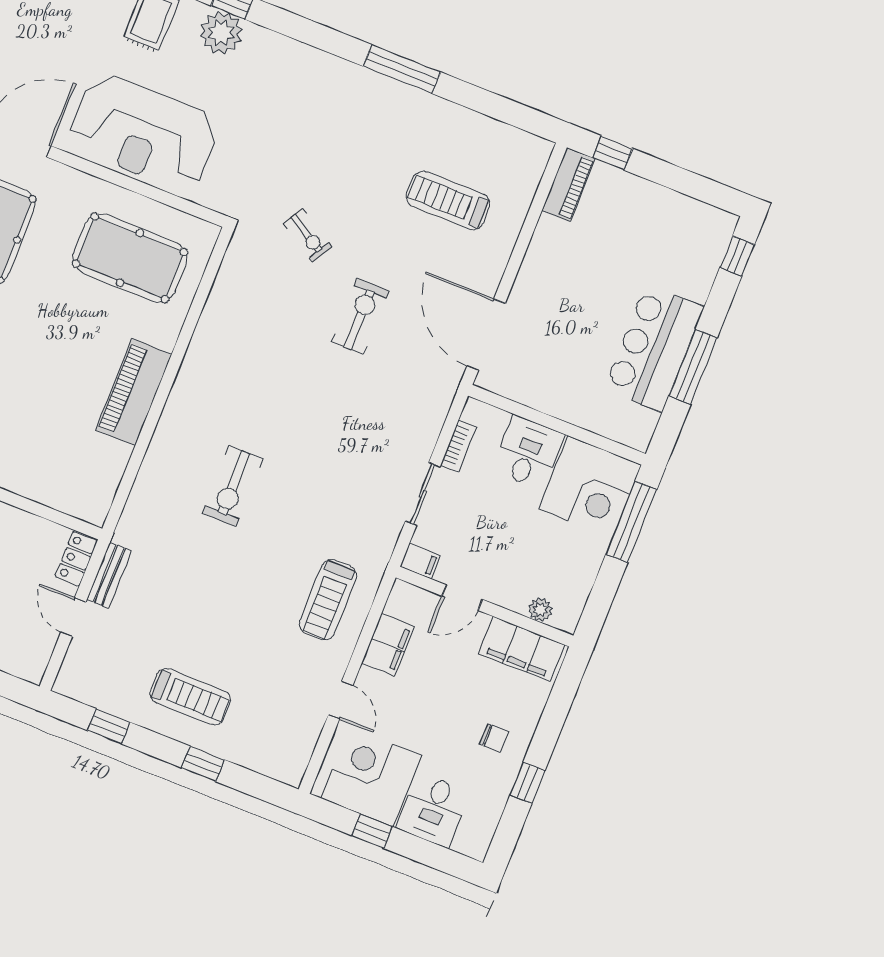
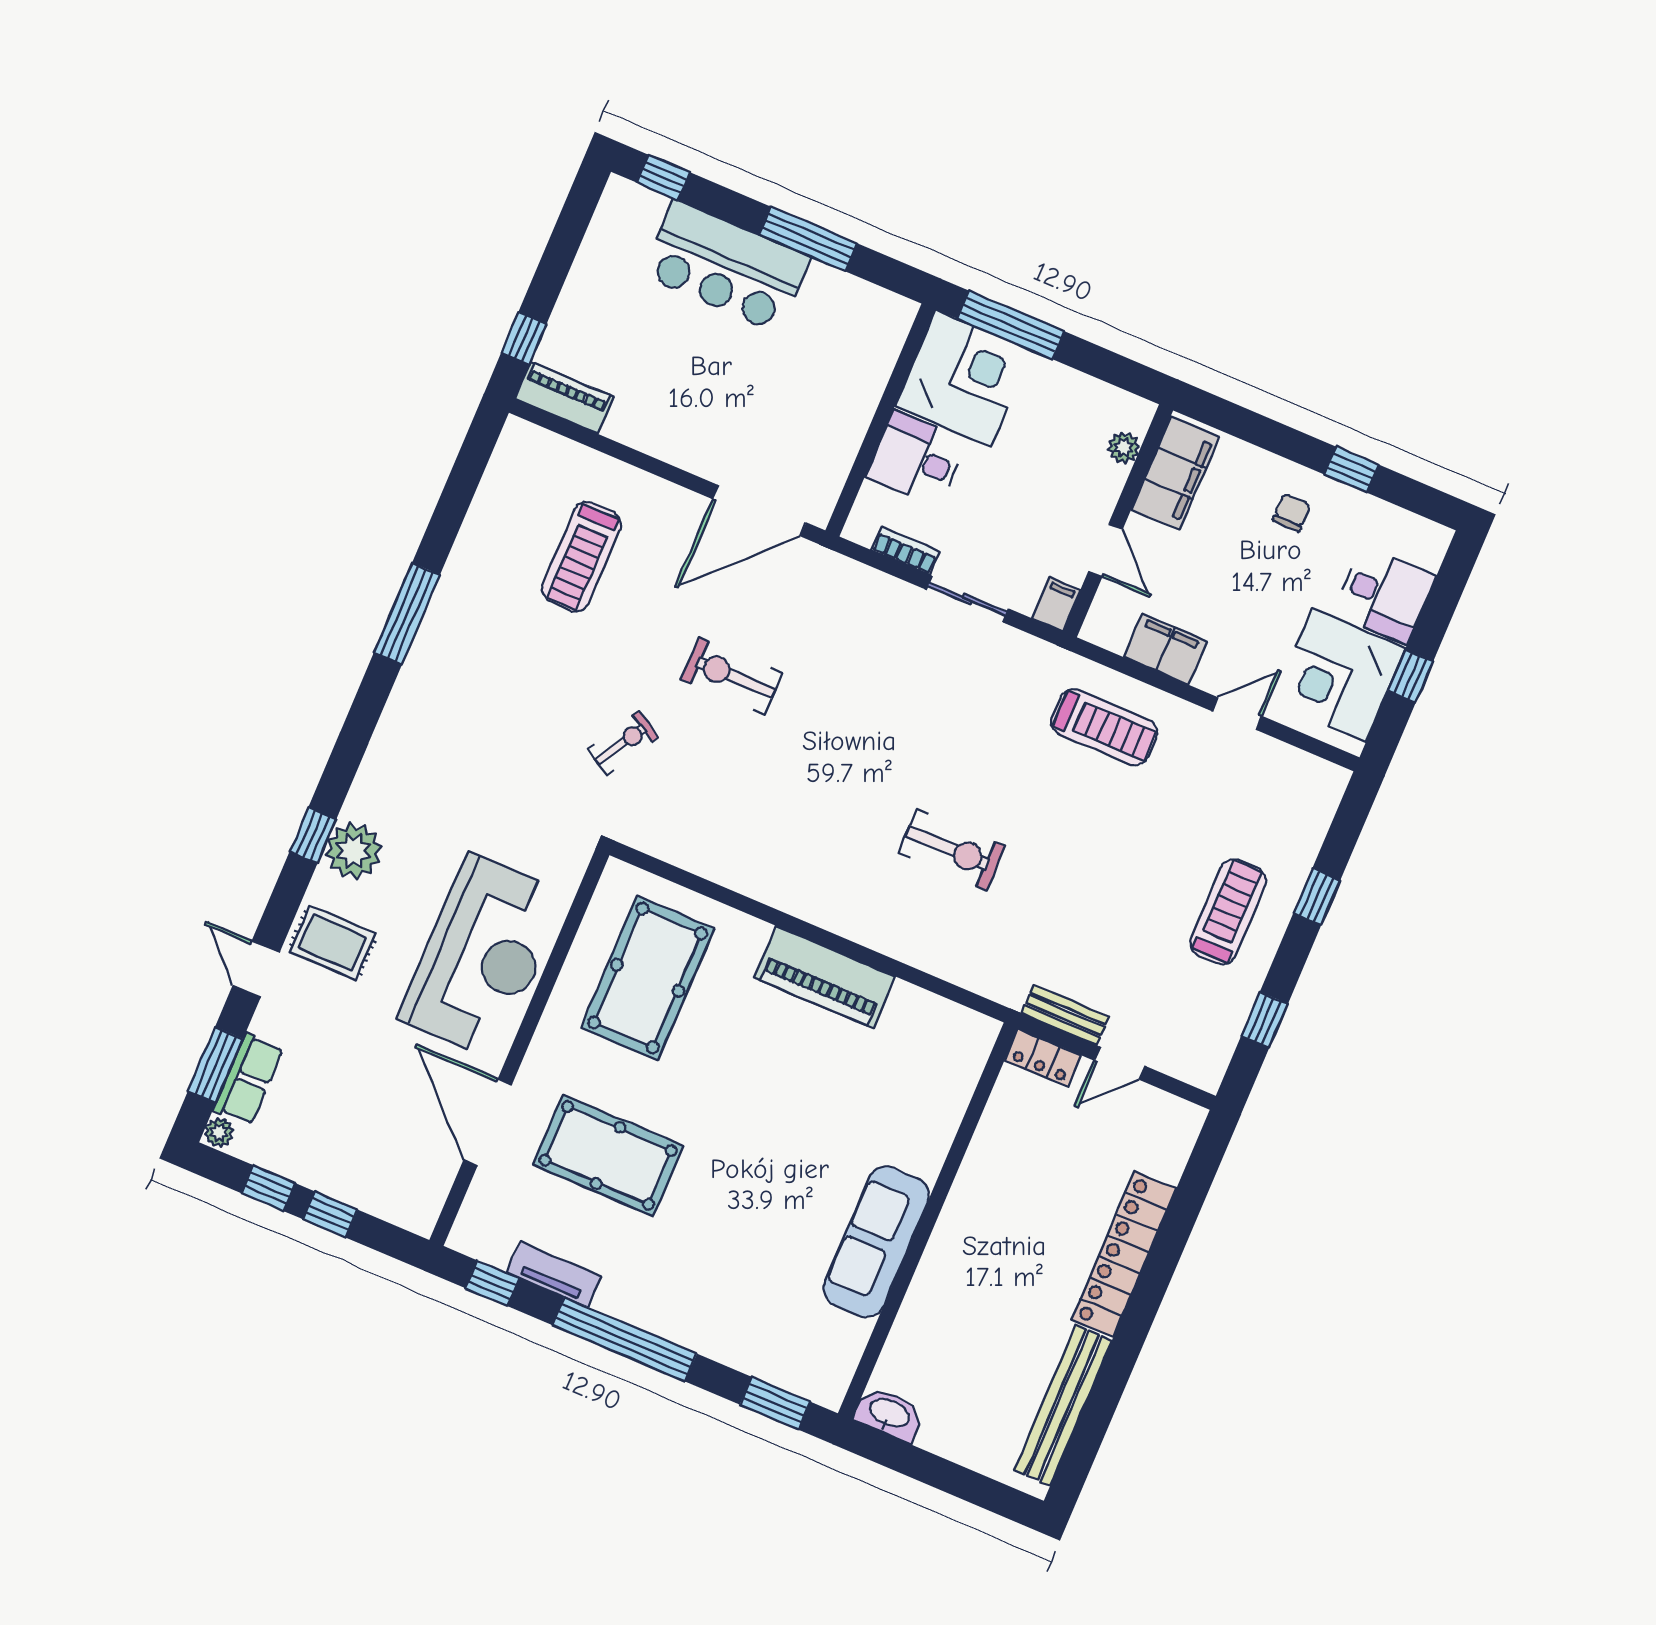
bar counter: (654, 348) -> (726, 266), moved

